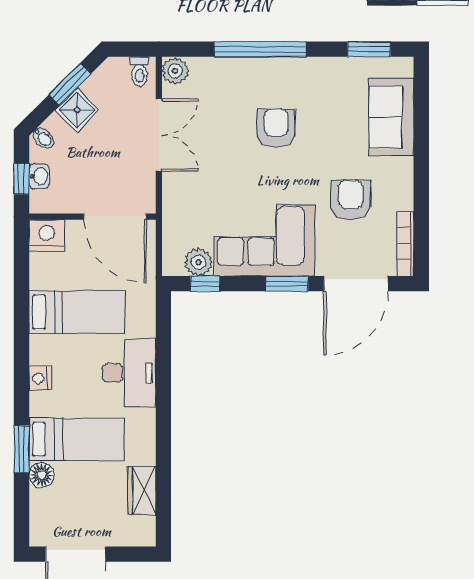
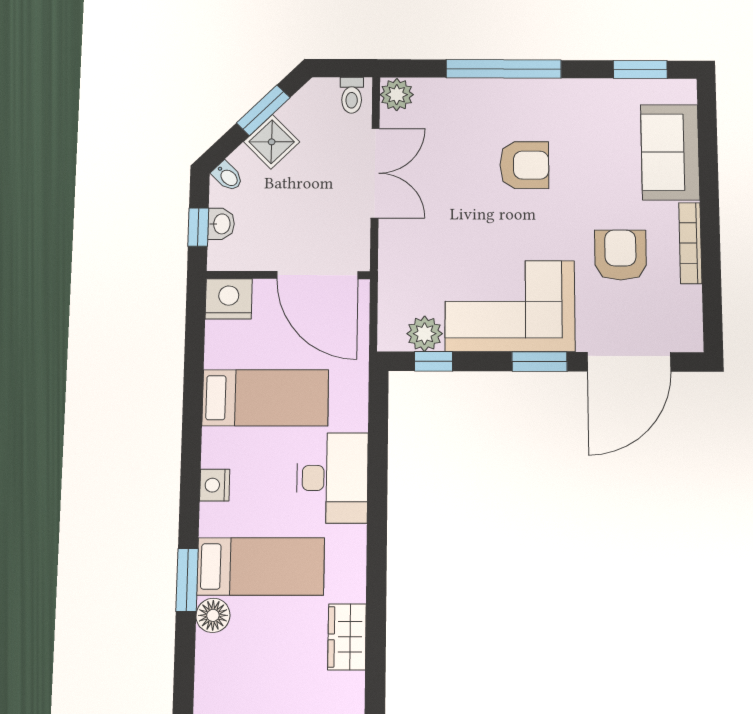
armchair: (276, 128) -> (524, 165), turned 90
bookcase: (405, 244) -> (690, 243), moved

